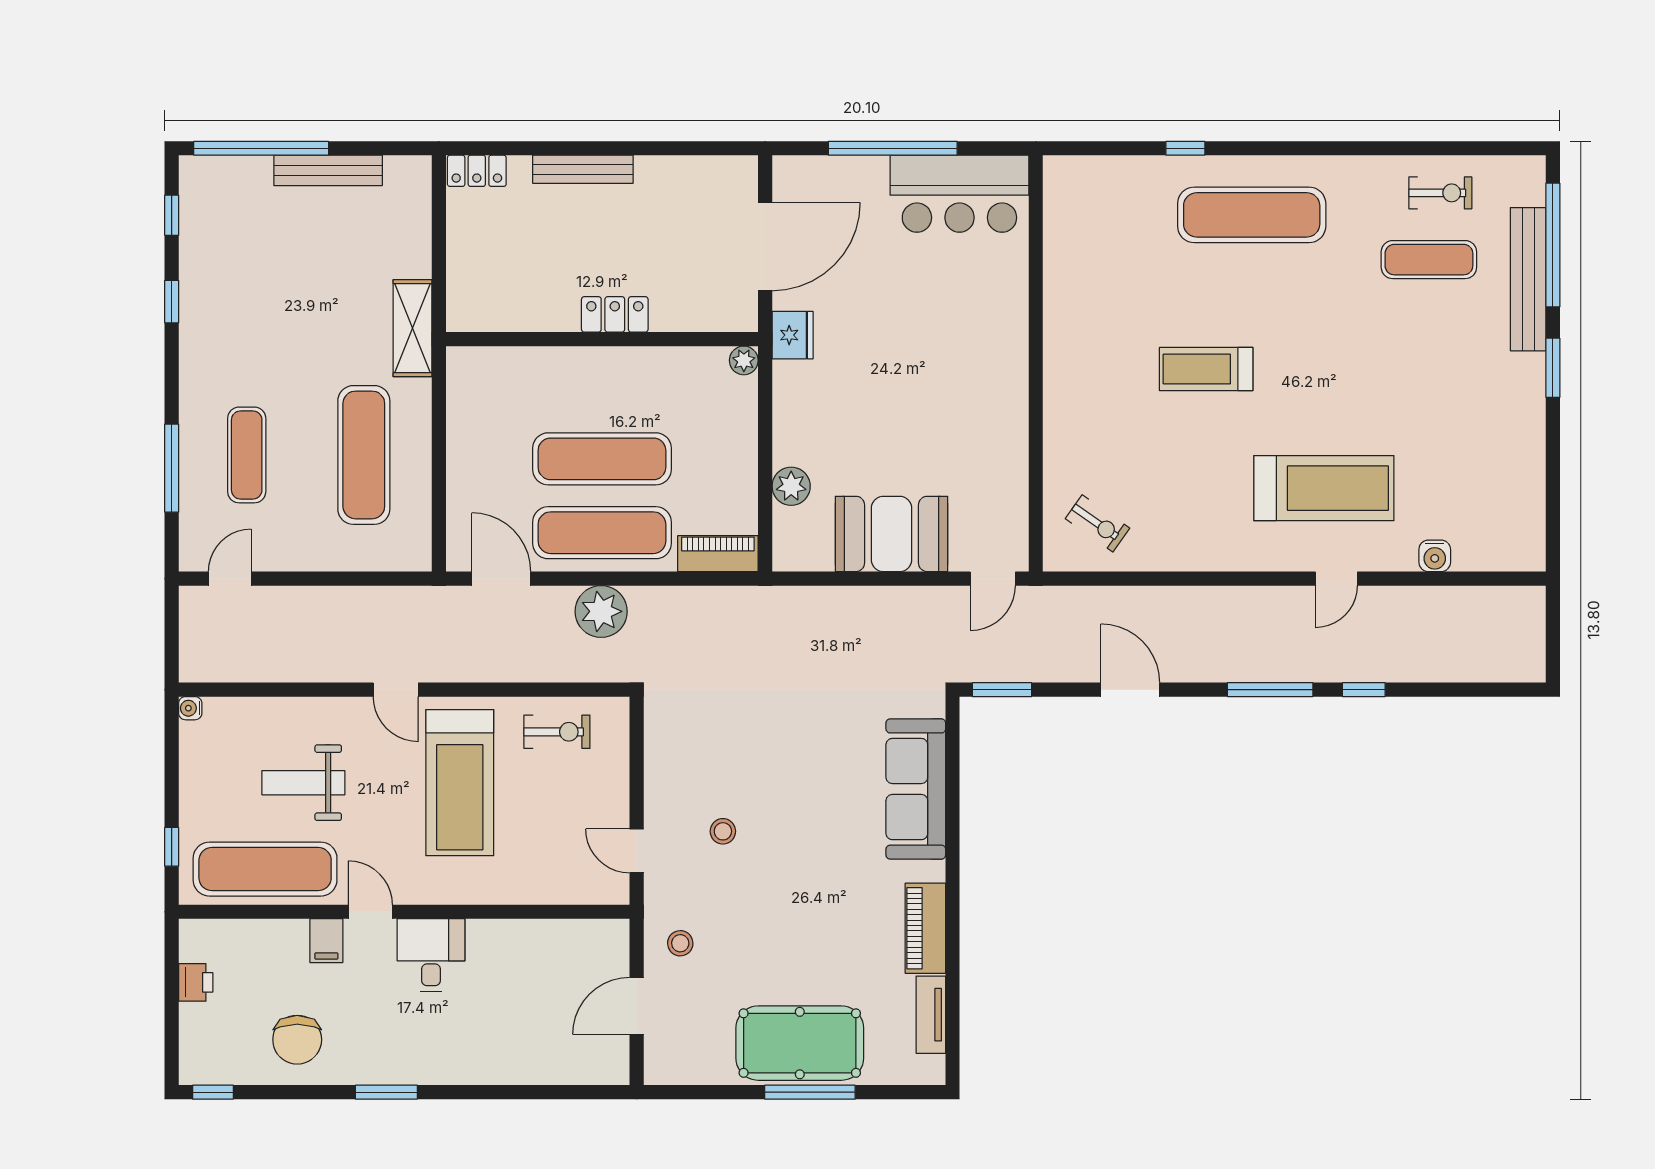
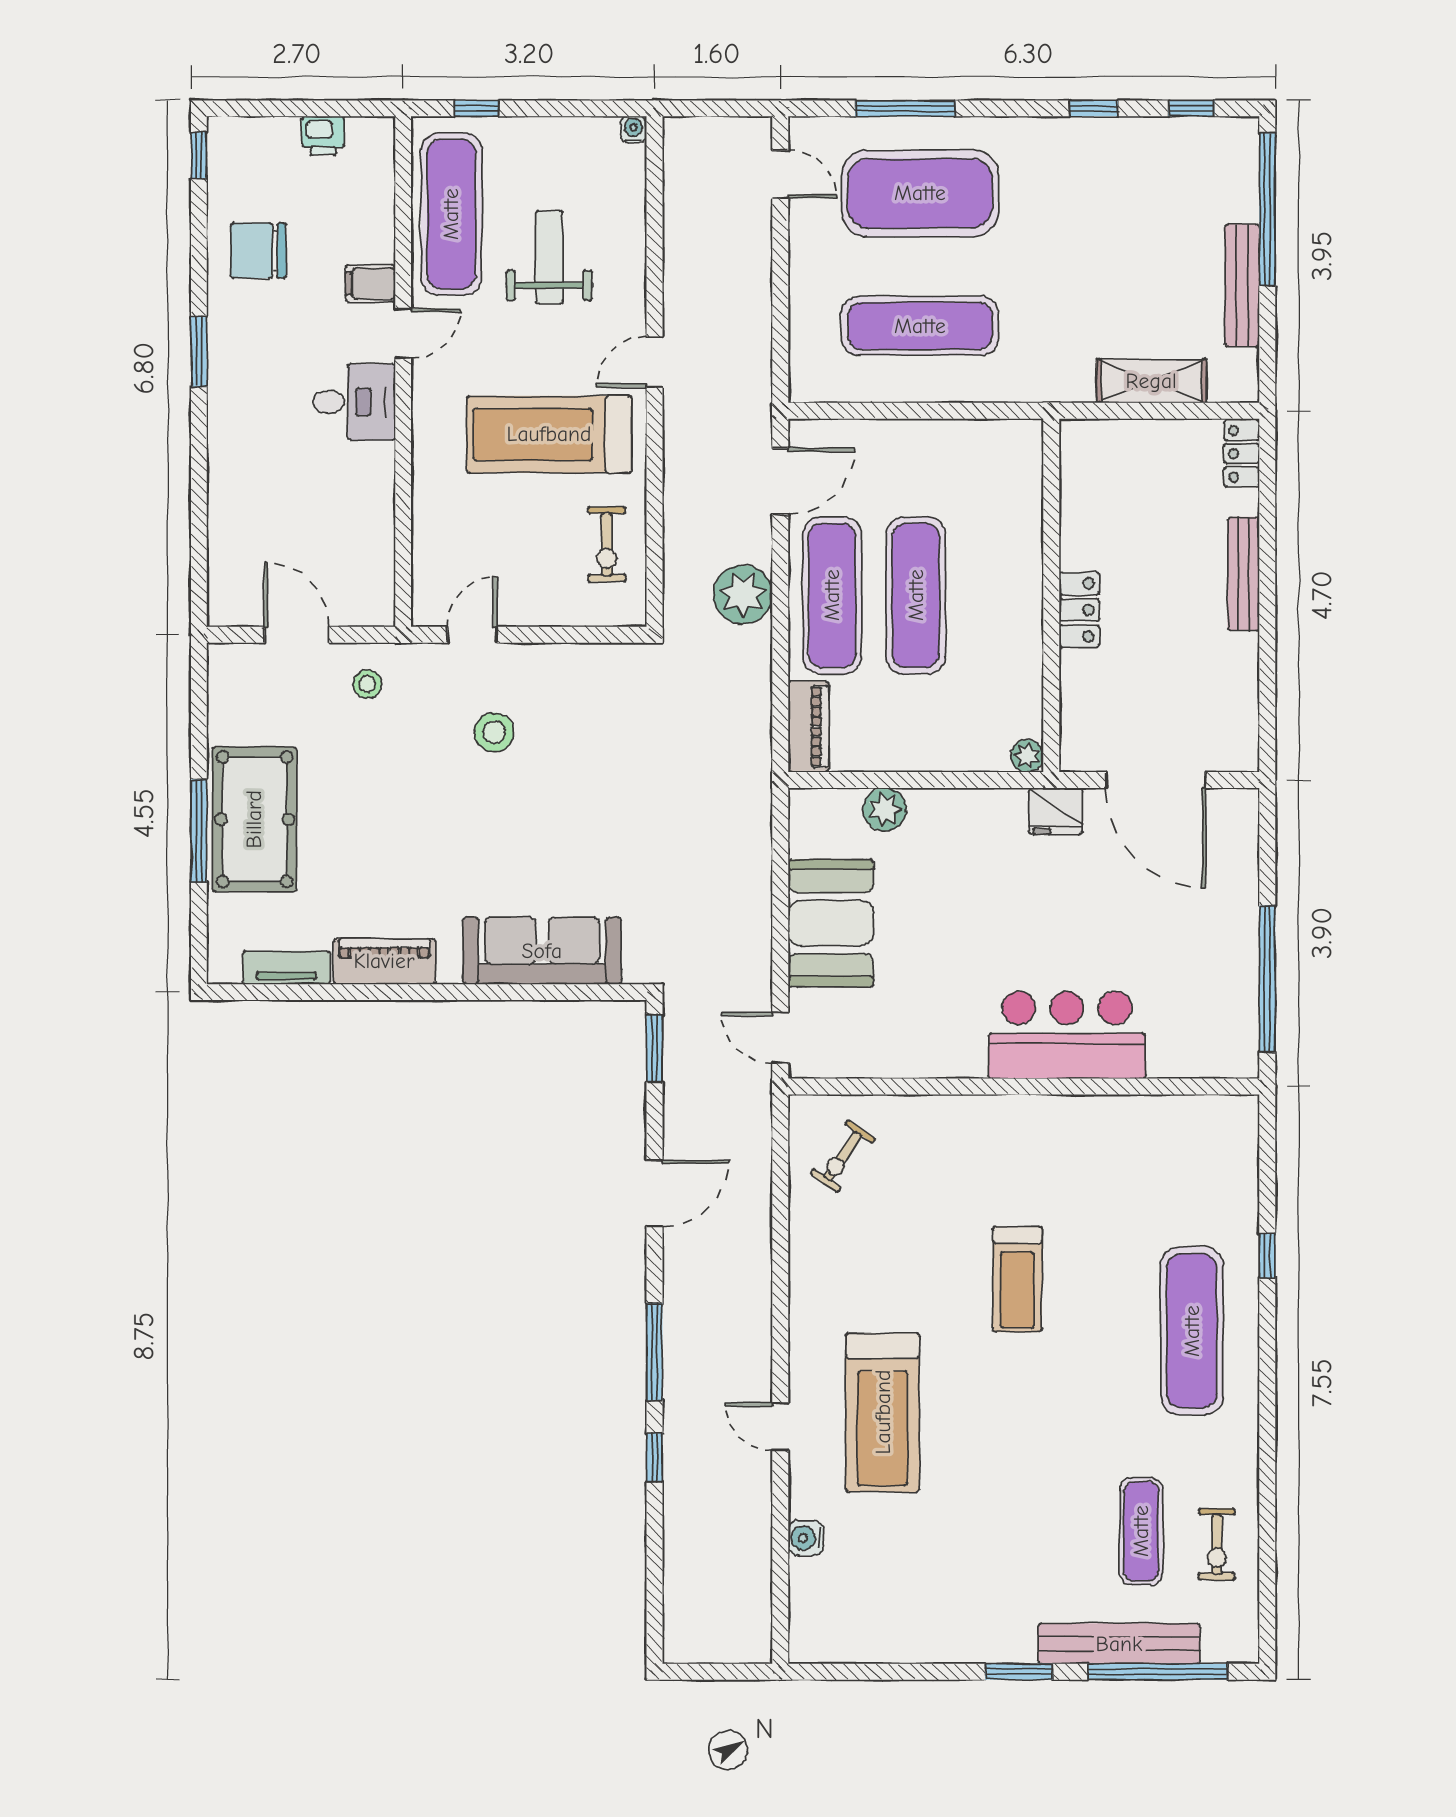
window: (893, 148) -> (1267, 979), moved
bar counter: (959, 194) -> (1067, 1035), moved, turned 90
shelving: (413, 328) -> (1151, 381), moved
treadmill: (1206, 369) -> (1017, 1279), turned 180
exercise mat: (247, 455) -> (920, 193), width x2.00, depth x1.45
stool: (723, 831) -> (494, 732), width x1.37, depth x1.37

